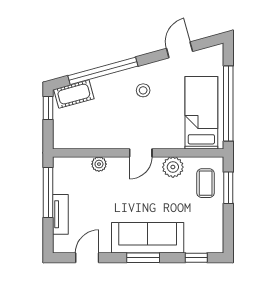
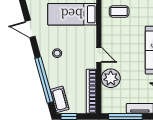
bookcase: (86, 142) -> (91, 91), added
plant: (99, 164) -> (111, 78), width x1.87, depth x1.87
plant: (173, 167) -> (108, 33), removed

